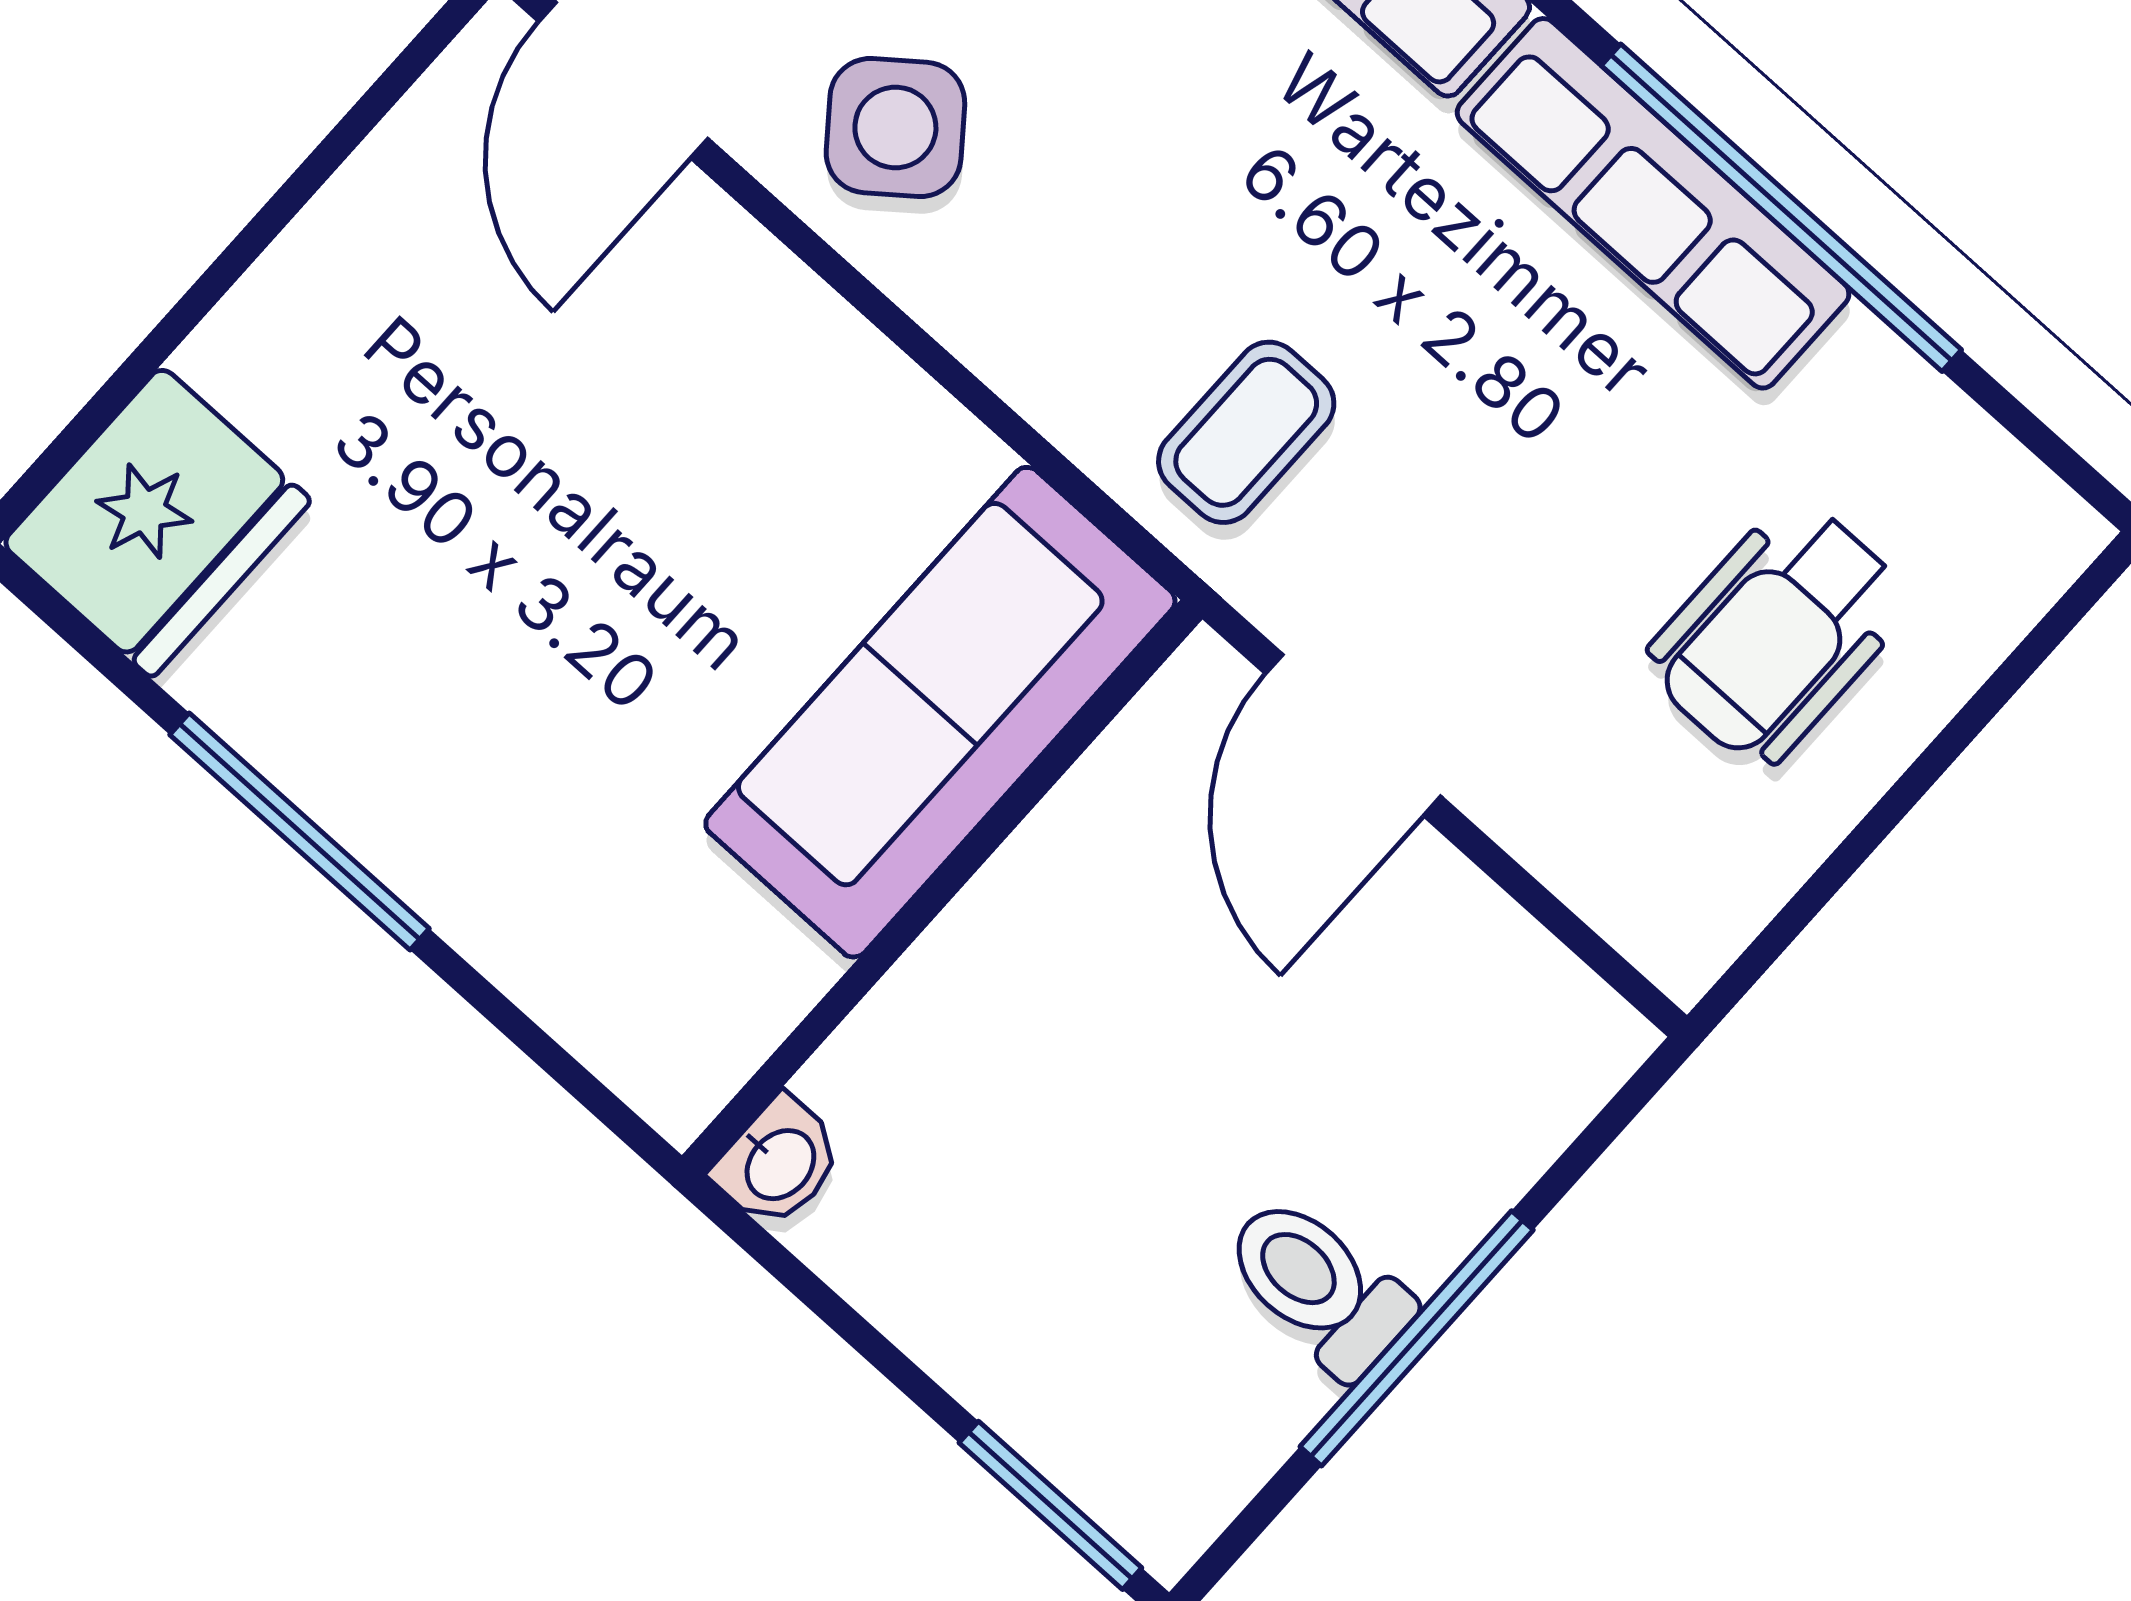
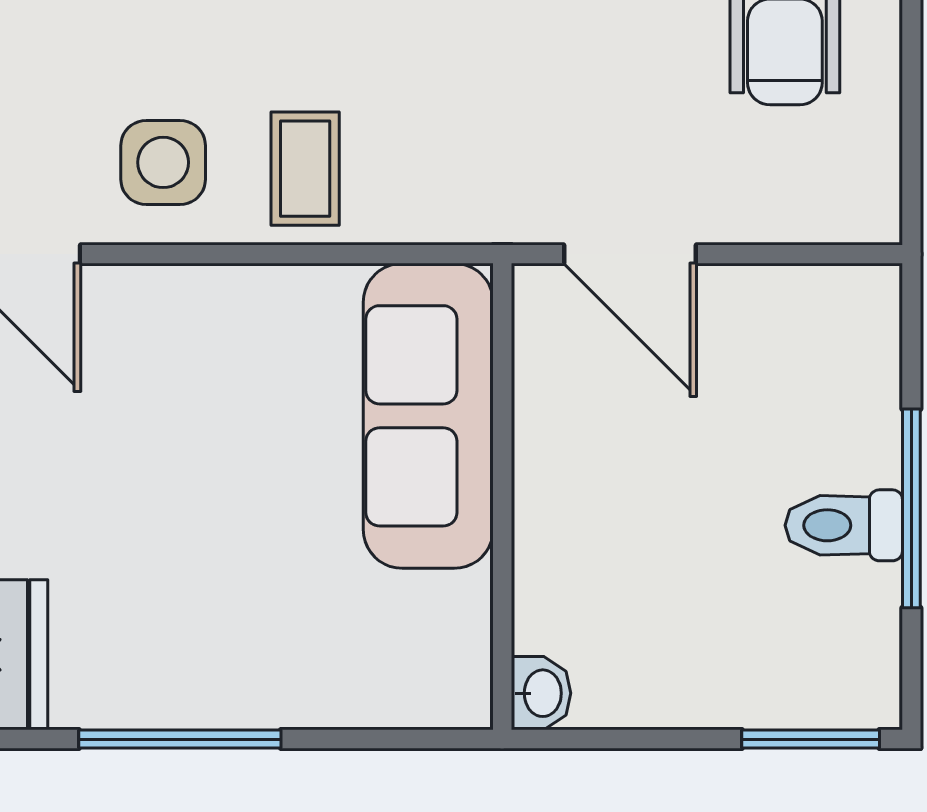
side table: (895, 127) -> (163, 162), turned 38
coffee table: (1246, 432) -> (305, 169), moved

